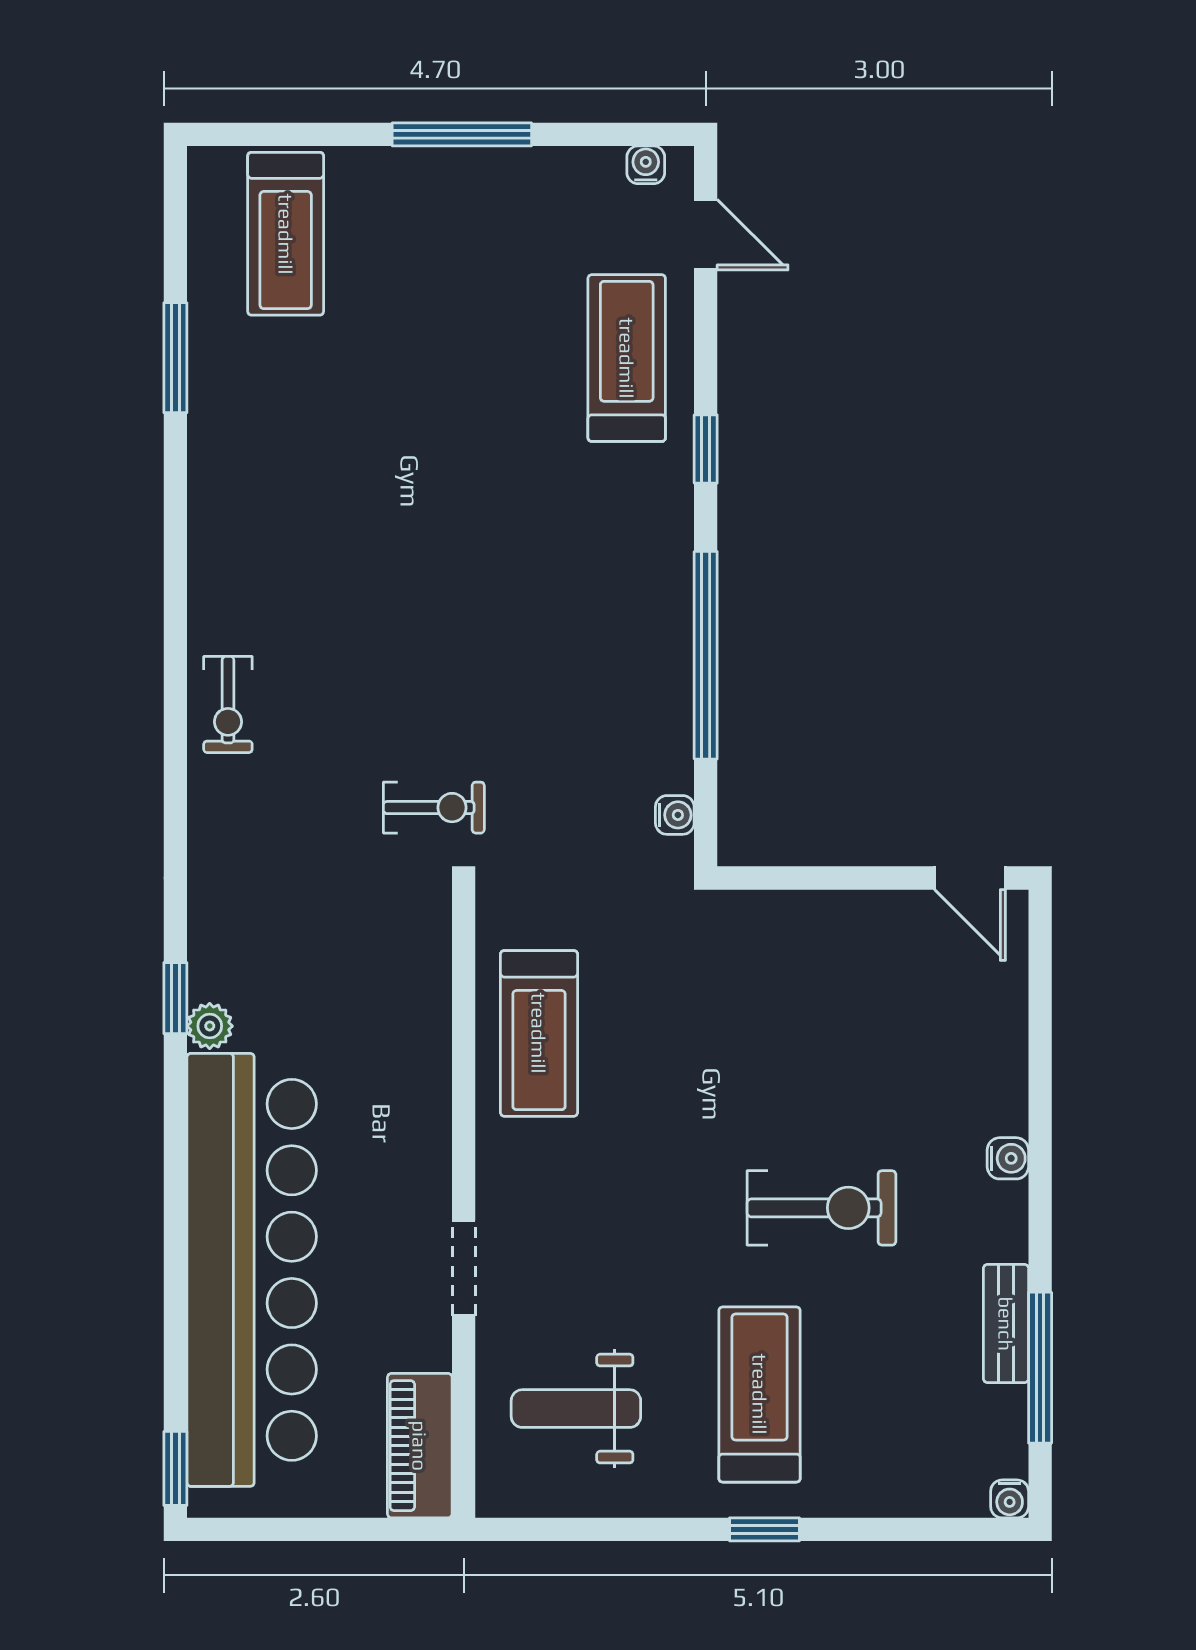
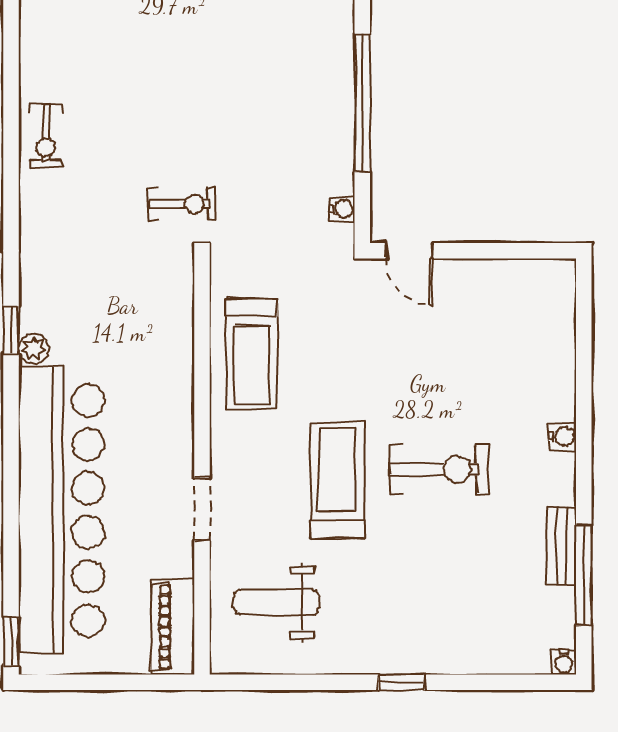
door: (970, 878) -> (409, 251), moved
treadmill: (760, 1394) -> (337, 481), moved

